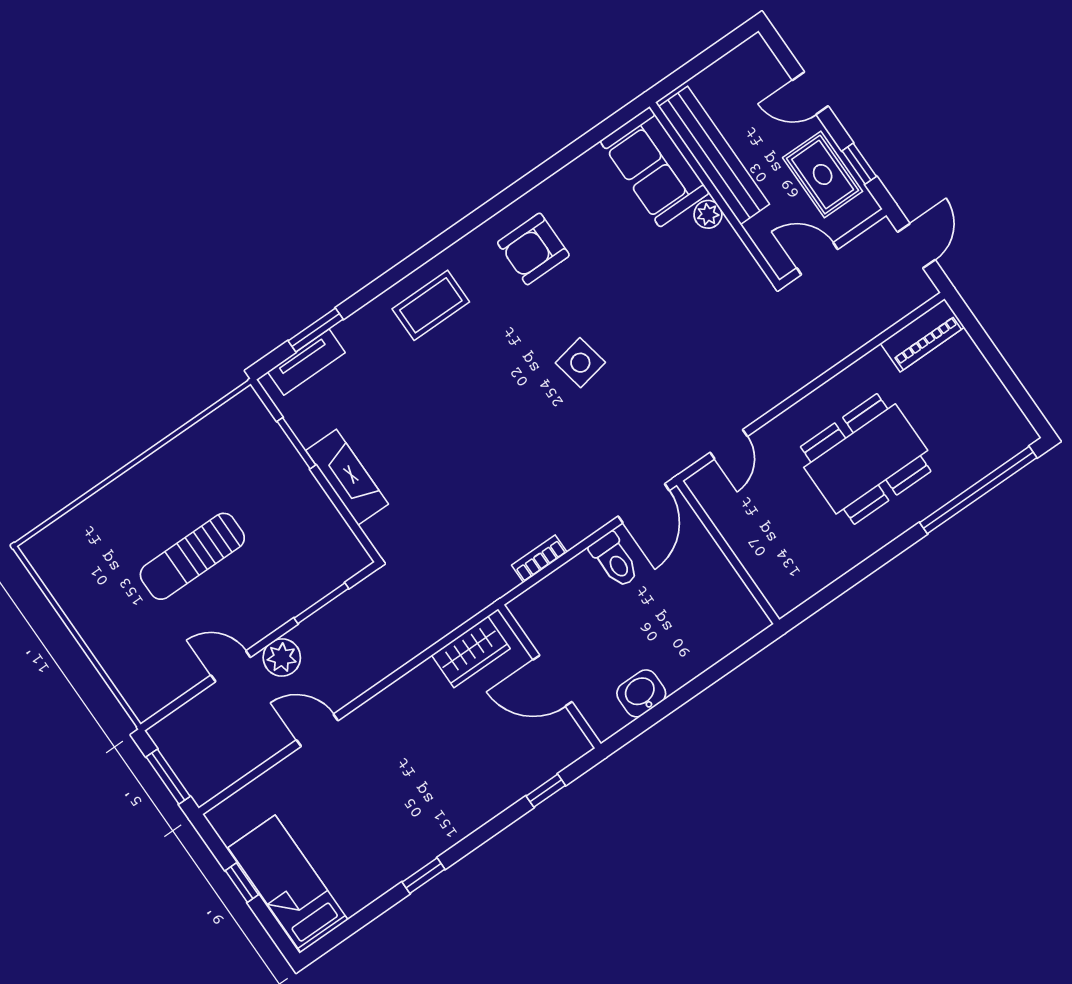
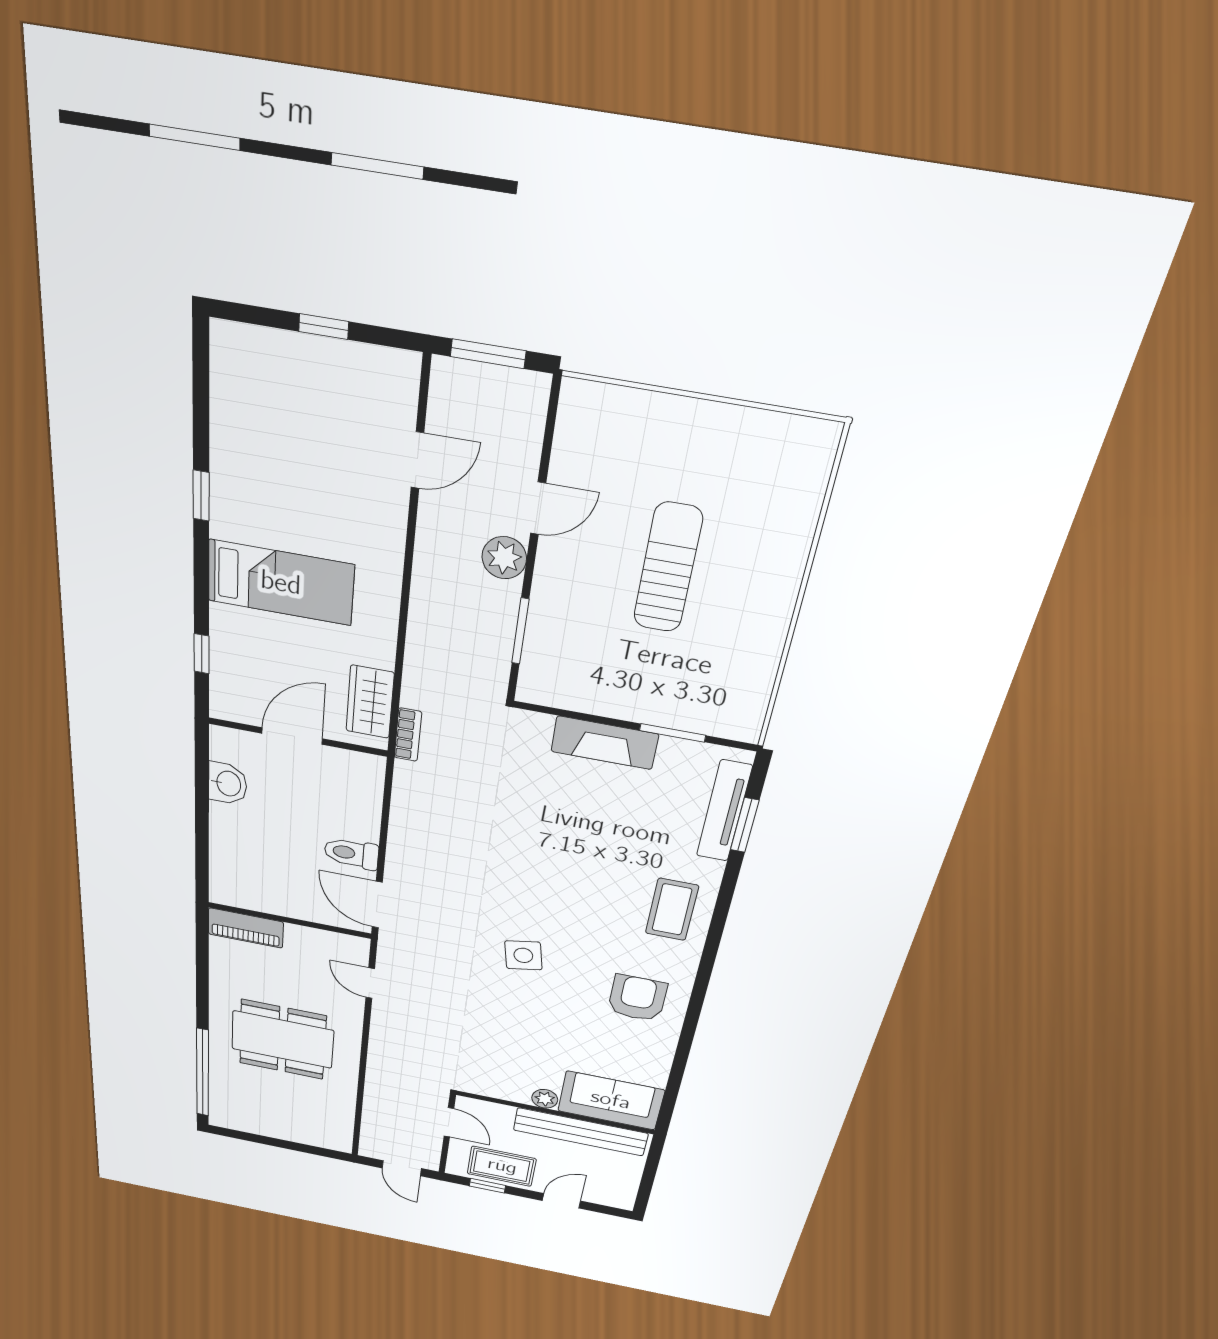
door: (817, 259) -> (449, 1122), hinge flipped
piano: (922, 335) -> (246, 928), moved, turned -90
tv unit: (306, 362) -> (724, 811), width x1.41
dining table: (866, 459) -> (283, 1040), turned 90
bookcase: (539, 559) -> (408, 735), moved
door: (317, 730) -> (417, 460), moved
bed: (288, 884) -> (281, 583), moved

